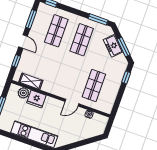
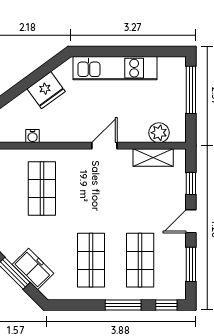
window: (98, 19) -> (123, 305), moved
door: (23, 42) -> (191, 221), hinge flipped
fridge: (36, 99) -> (46, 90), moved, turned 144
door: (72, 103) -> (104, 146), moved

